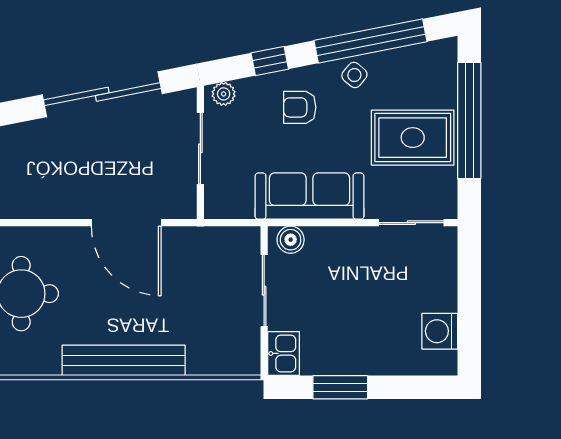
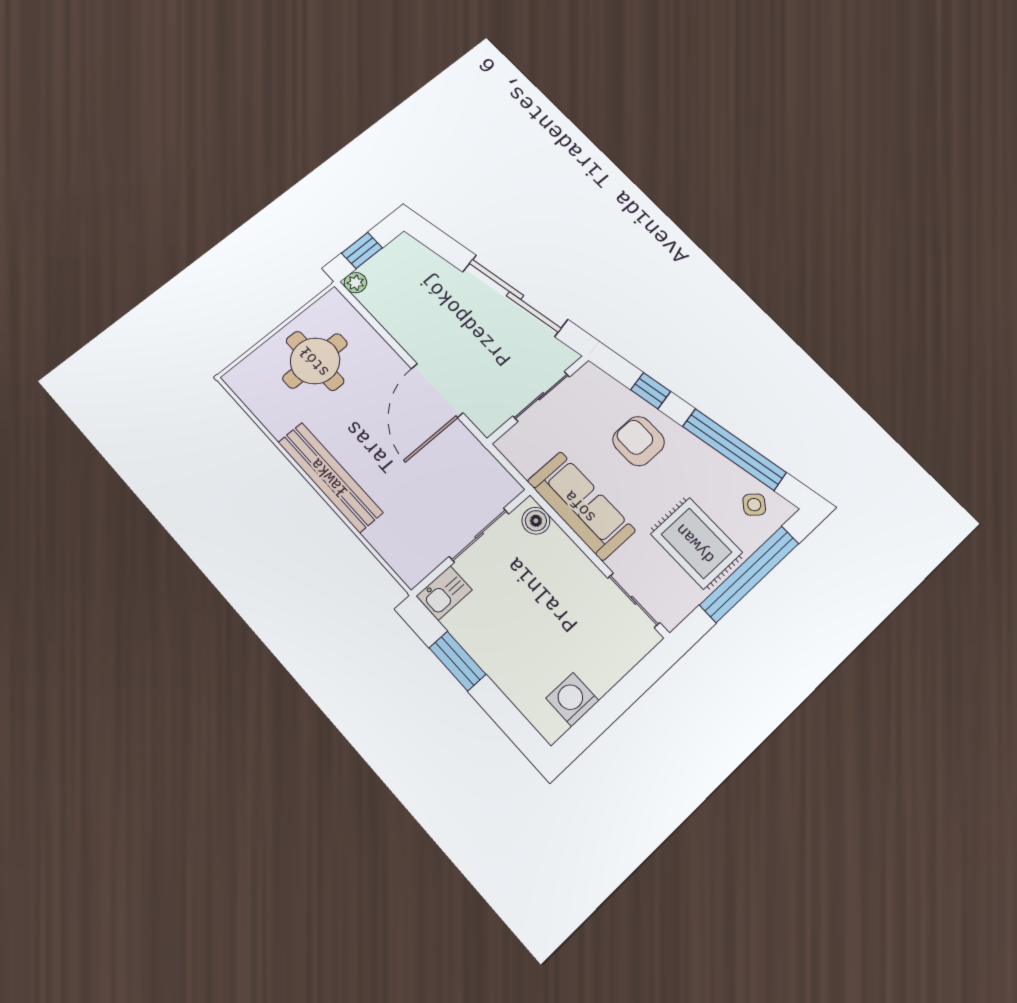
side table: (354, 75) -> (754, 505), moved
plant: (224, 94) -> (596, 379), removed
armchair: (300, 107) -> (639, 441), width x1.38, depth x1.38

